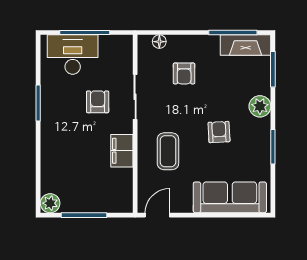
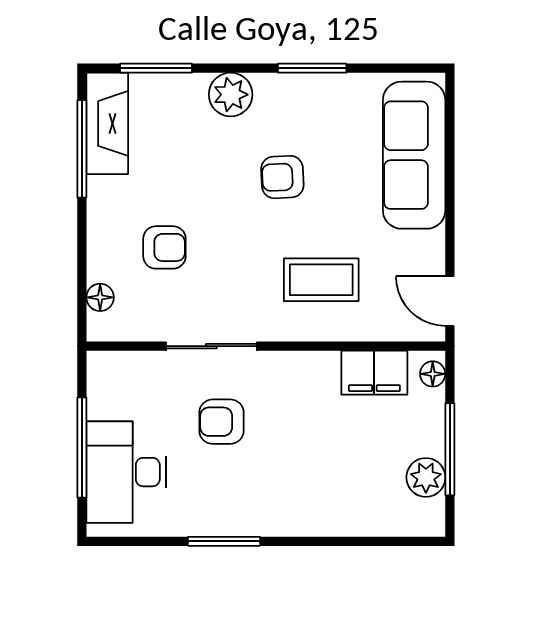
filing cabinet: (122, 151) -> (374, 373), moved
plant: (50, 203) -> (426, 477), moved
floor lamp: (121, 207) -> (433, 374), added

